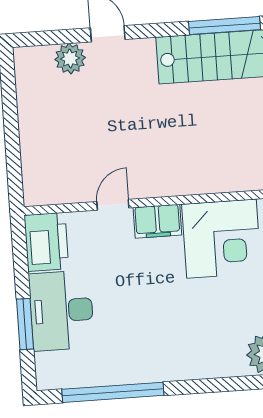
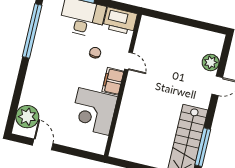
chair: (117, 268) -> (95, 53), added

